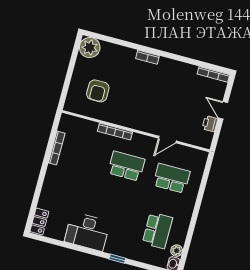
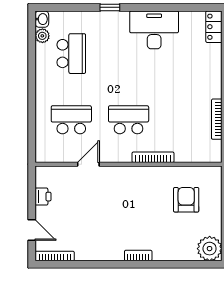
door: (223, 110) -> (32, 230), moved
school desk: (126, 166) -> (129, 120), turned 180
school desk: (172, 178) -> (71, 120), turned 180
school desk: (158, 230) -> (71, 54), turned 180

